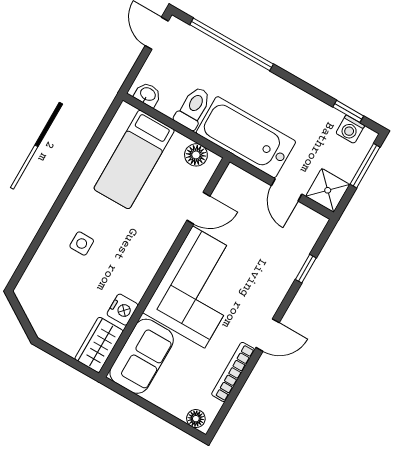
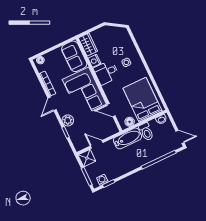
bathtub: (246, 137) -> (127, 138), width x0.73, depth x0.73
bed: (134, 159) -> (143, 100), width x1.50
door: (198, 208) -> (111, 110), hinge flipped
desk: (129, 270) -> (106, 72), added
plant: (279, 281) -> (68, 120), added

